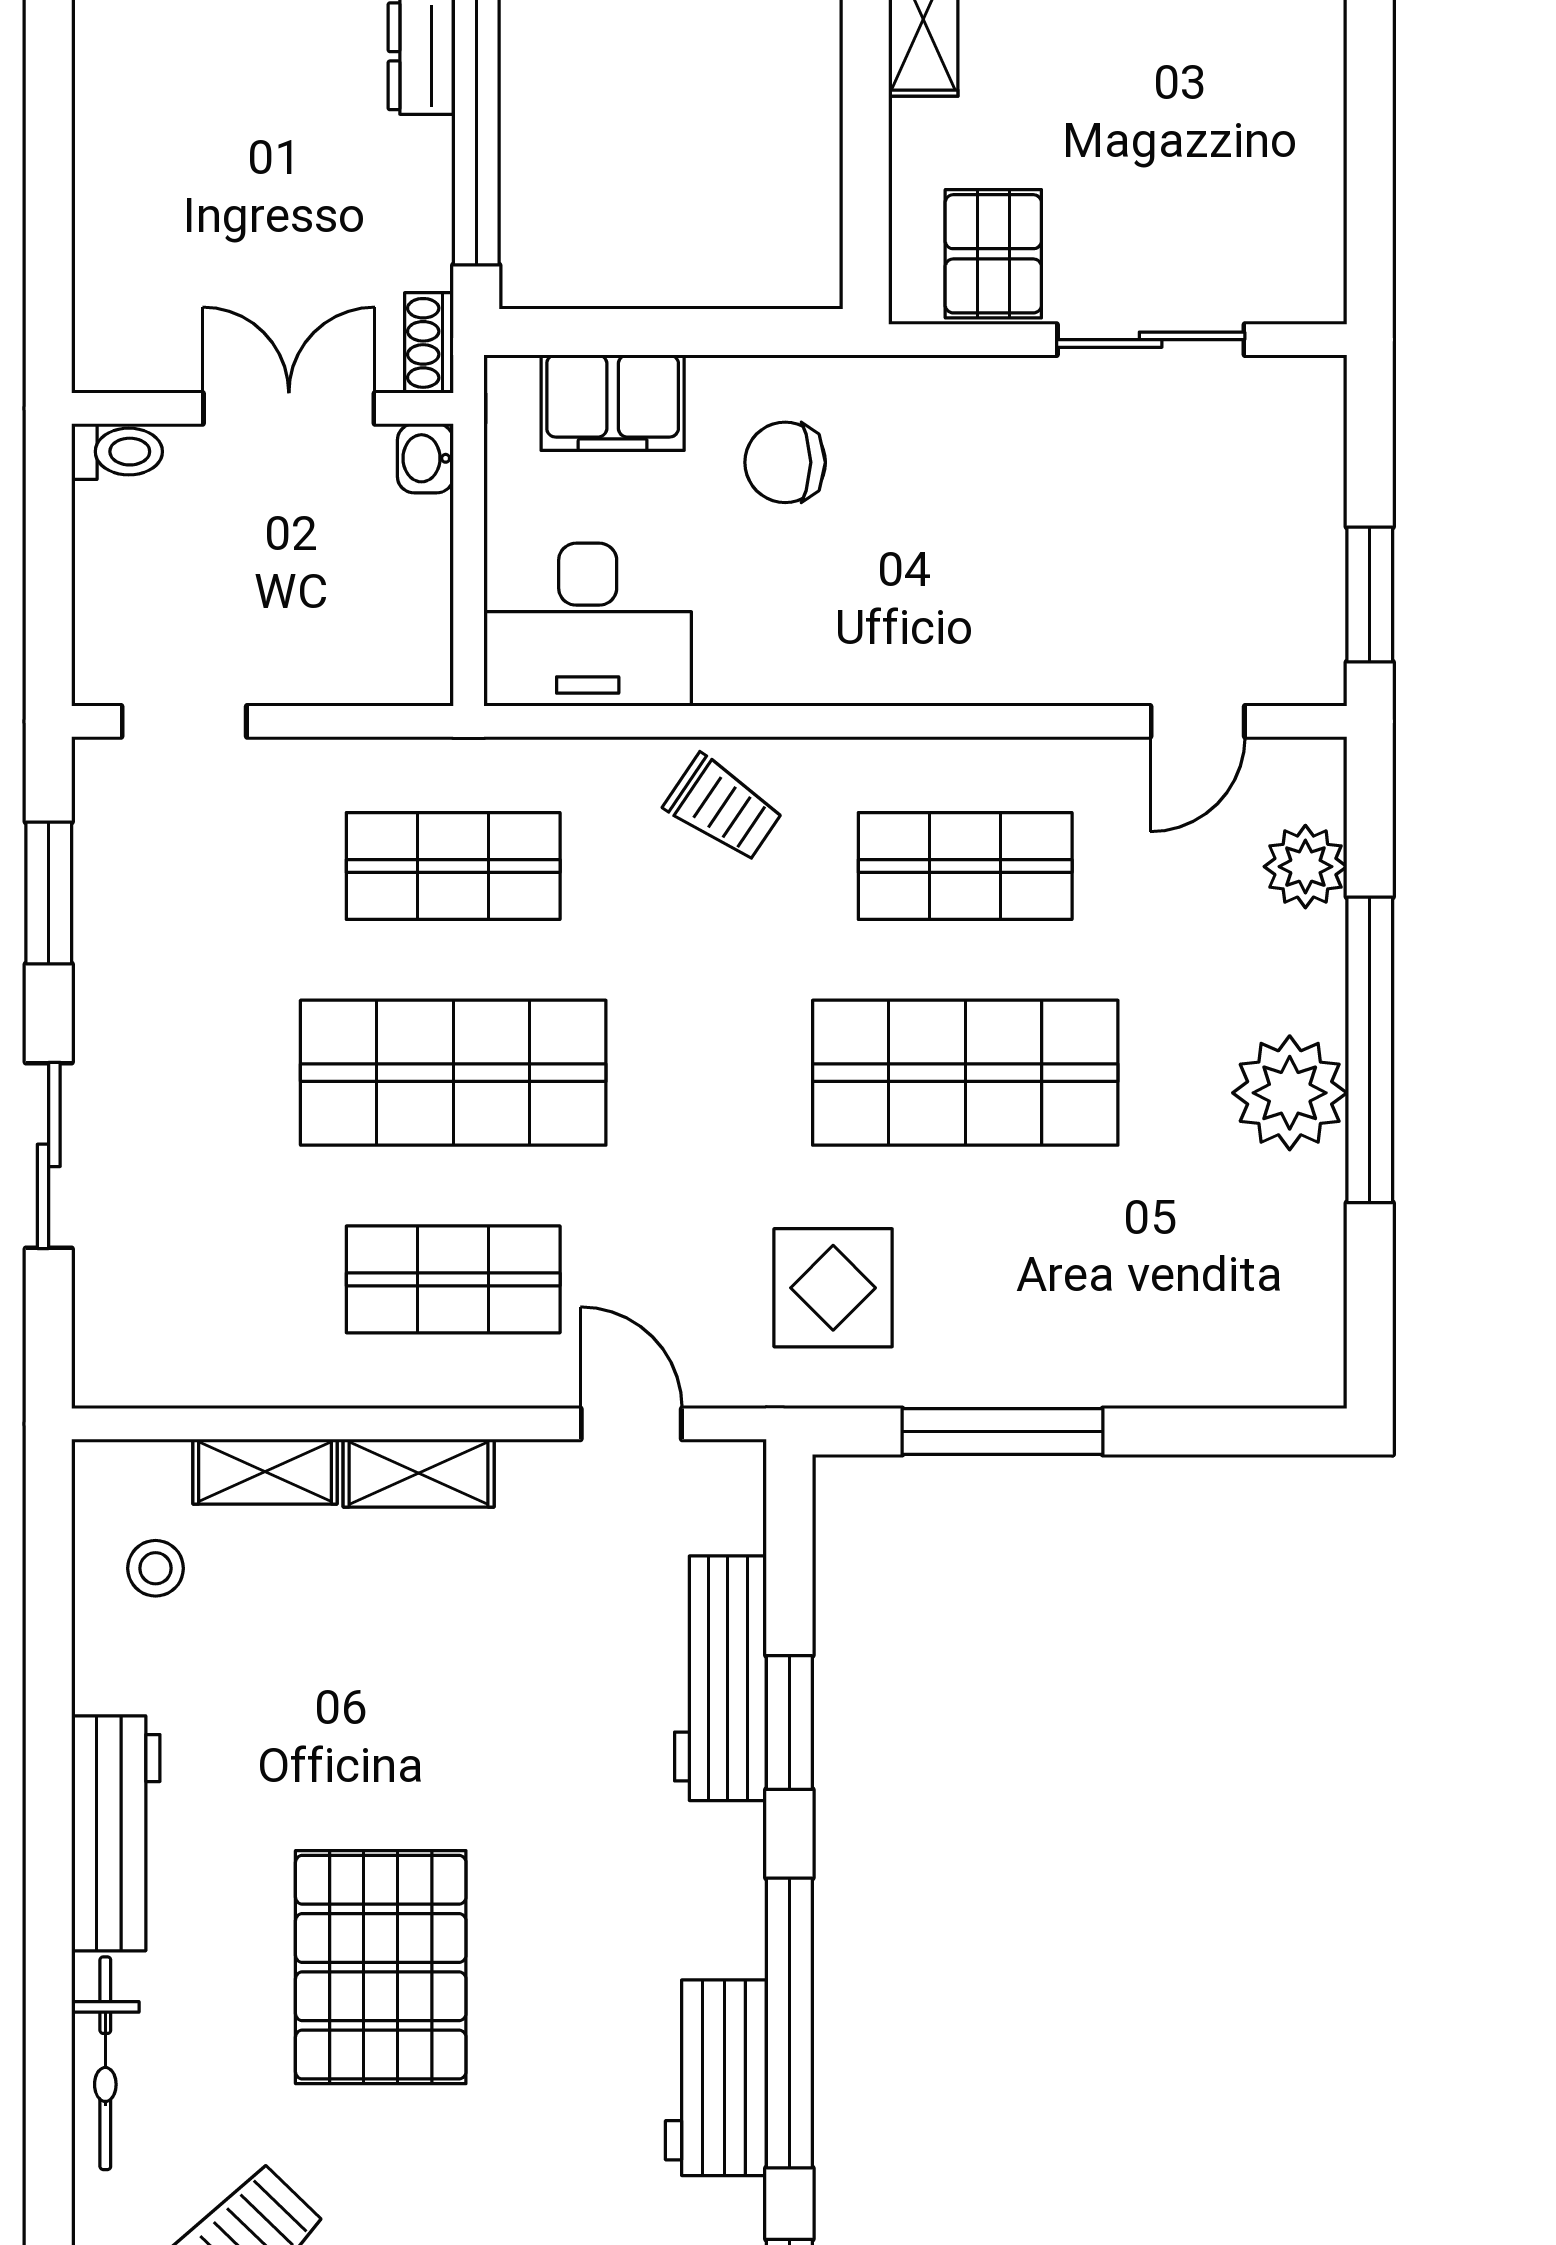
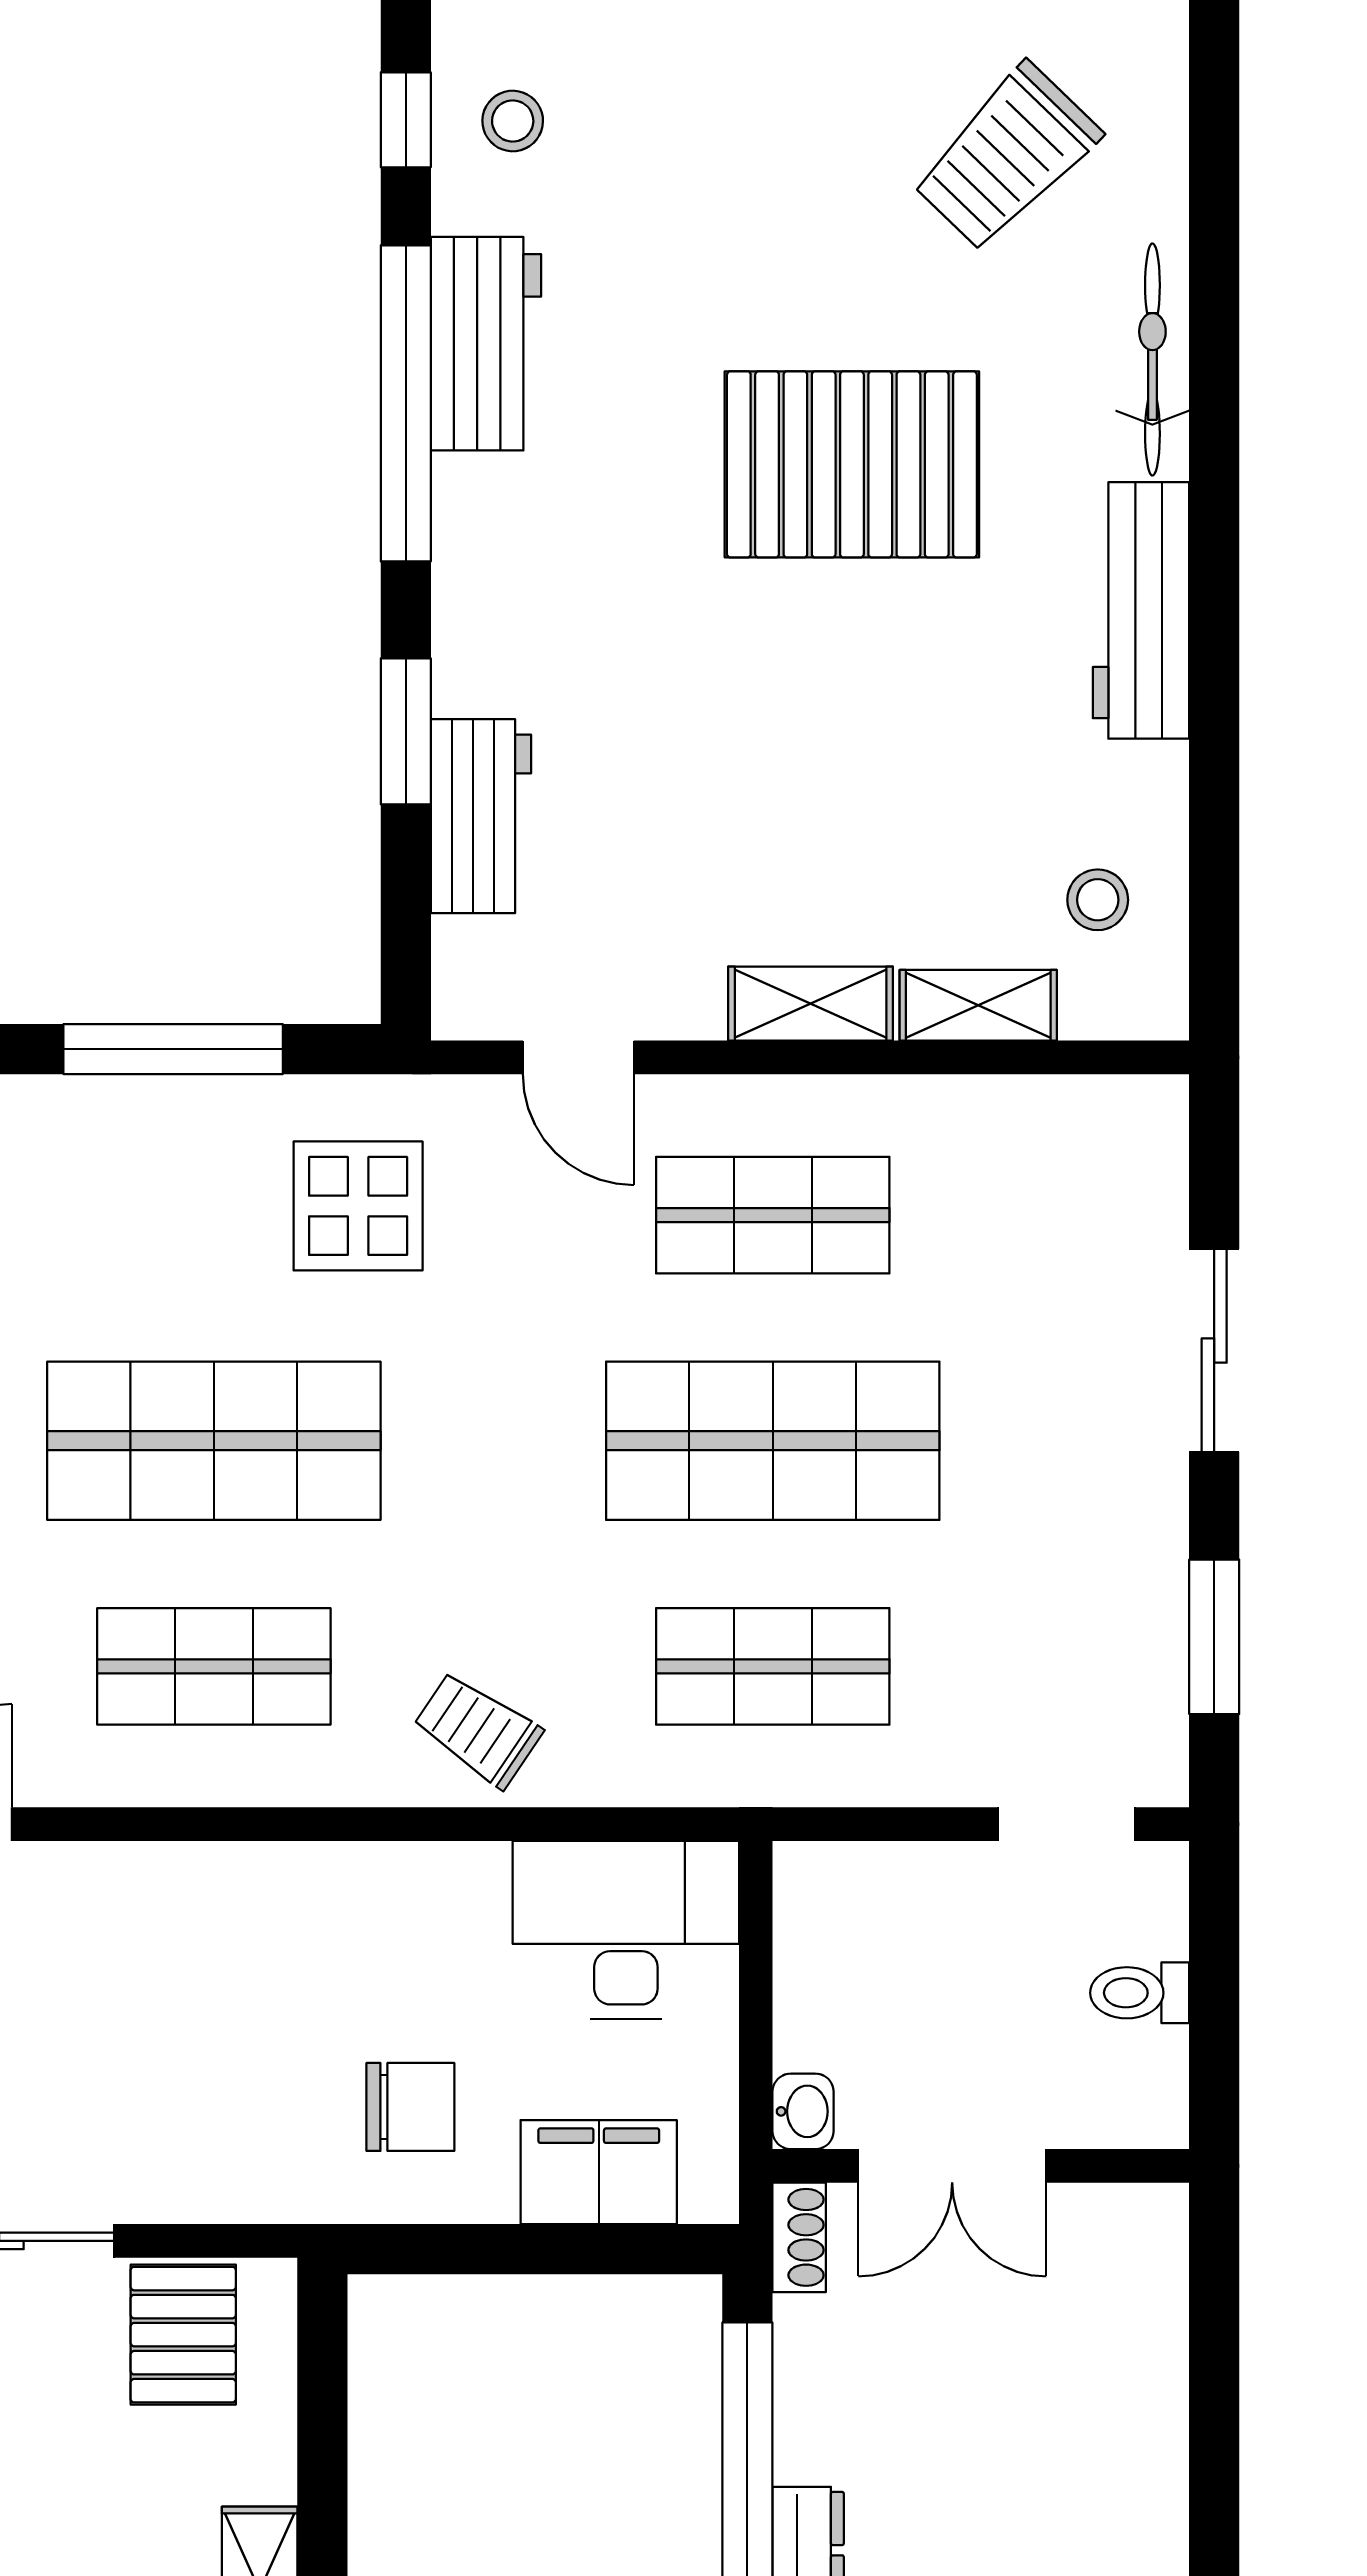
toilet: (117, 452) -> (1140, 1993), moved
workbench: (721, 1678) -> (481, 816), width x0.73
pallet: (381, 1967) -> (852, 464), turned 90

